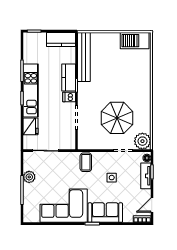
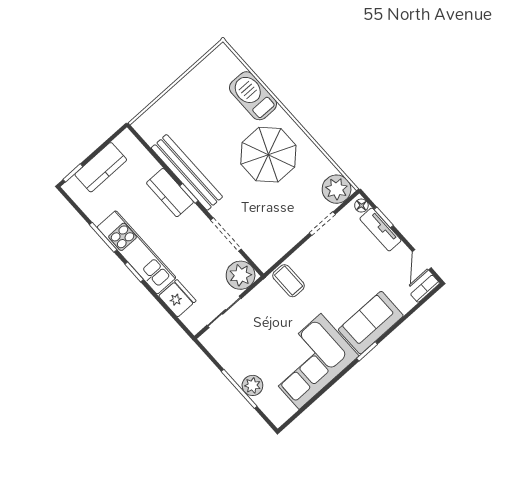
kitchen counter: (61, 39) -> (101, 167), moved
barbecue: (135, 41) -> (253, 96), moved, turned 90
bench: (84, 57) -> (187, 172), moved
dishwasher: (69, 97) -> (193, 217), removed
parasol: (117, 118) -> (268, 155), moved
plant: (67, 141) -> (241, 275), added
plant: (29, 177) -> (252, 385), moved
side table: (112, 178) -> (339, 271), removed

